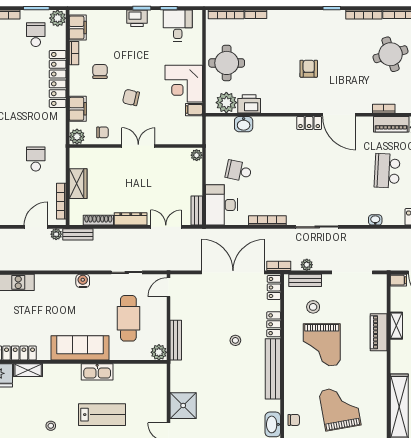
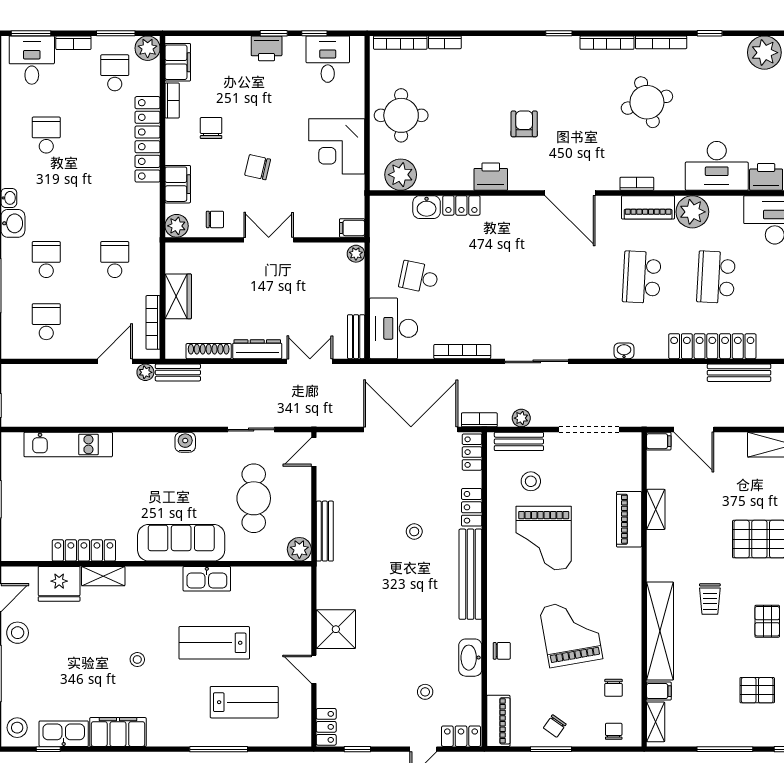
printer: (249, 104) -> (491, 177), moved
filing cabinet: (194, 110) -> (352, 228), moved
locker: (309, 123) -> (461, 205), moved
lab bench: (102, 415) -> (214, 643), turned 180

